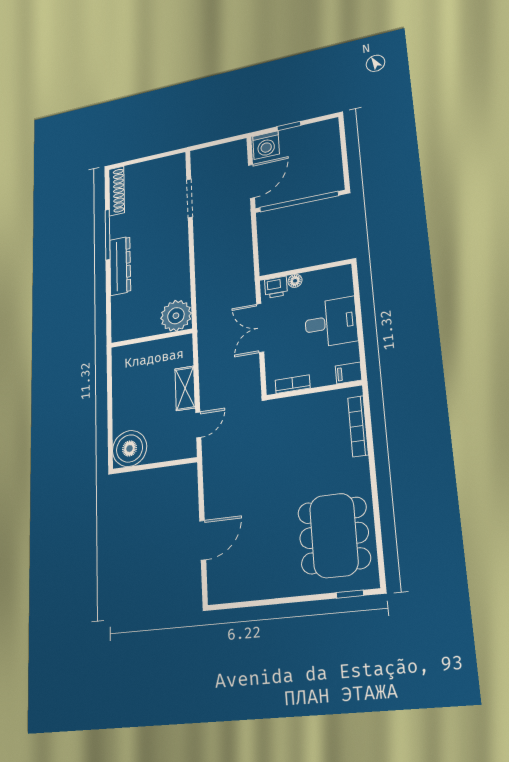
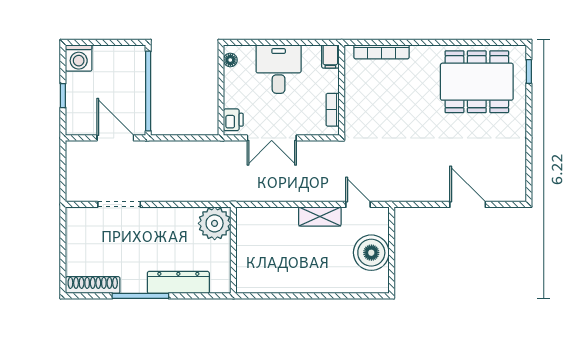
washing machine: (266, 145) -> (79, 58), moved, turned 90
floor lamp: (295, 281) -> (230, 60), moved
plant: (176, 316) -> (215, 223), moved
wall: (151, 338) -> (233, 250), moved
boiler: (130, 448) -> (371, 253), moved

